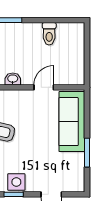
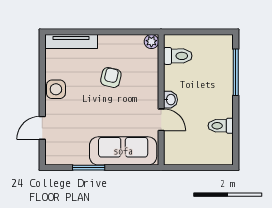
washbasin: (13, 79) -> (170, 100), moved
window: (14, 194) -> (42, 86), removed

